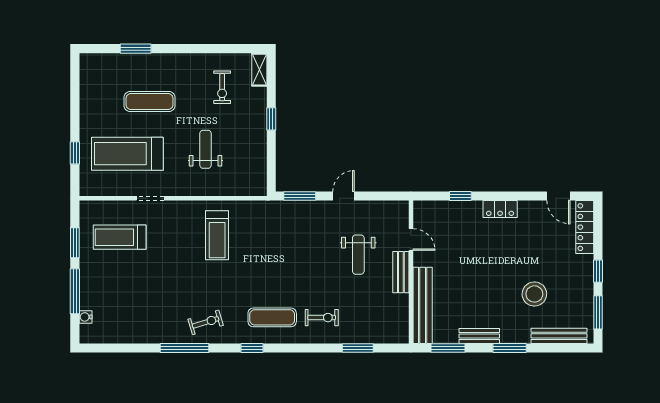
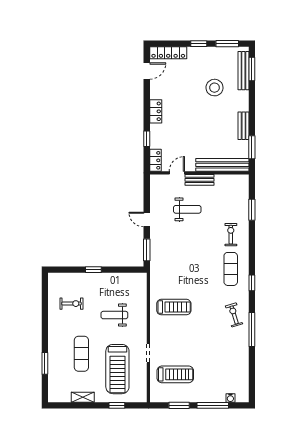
shelving: (259, 70) -> (83, 397), moved
locker: (429, 209) -> (155, 160), added
treadmill: (120, 237) -> (175, 374), turned -90
window: (510, 348) -> (252, 69), moved

